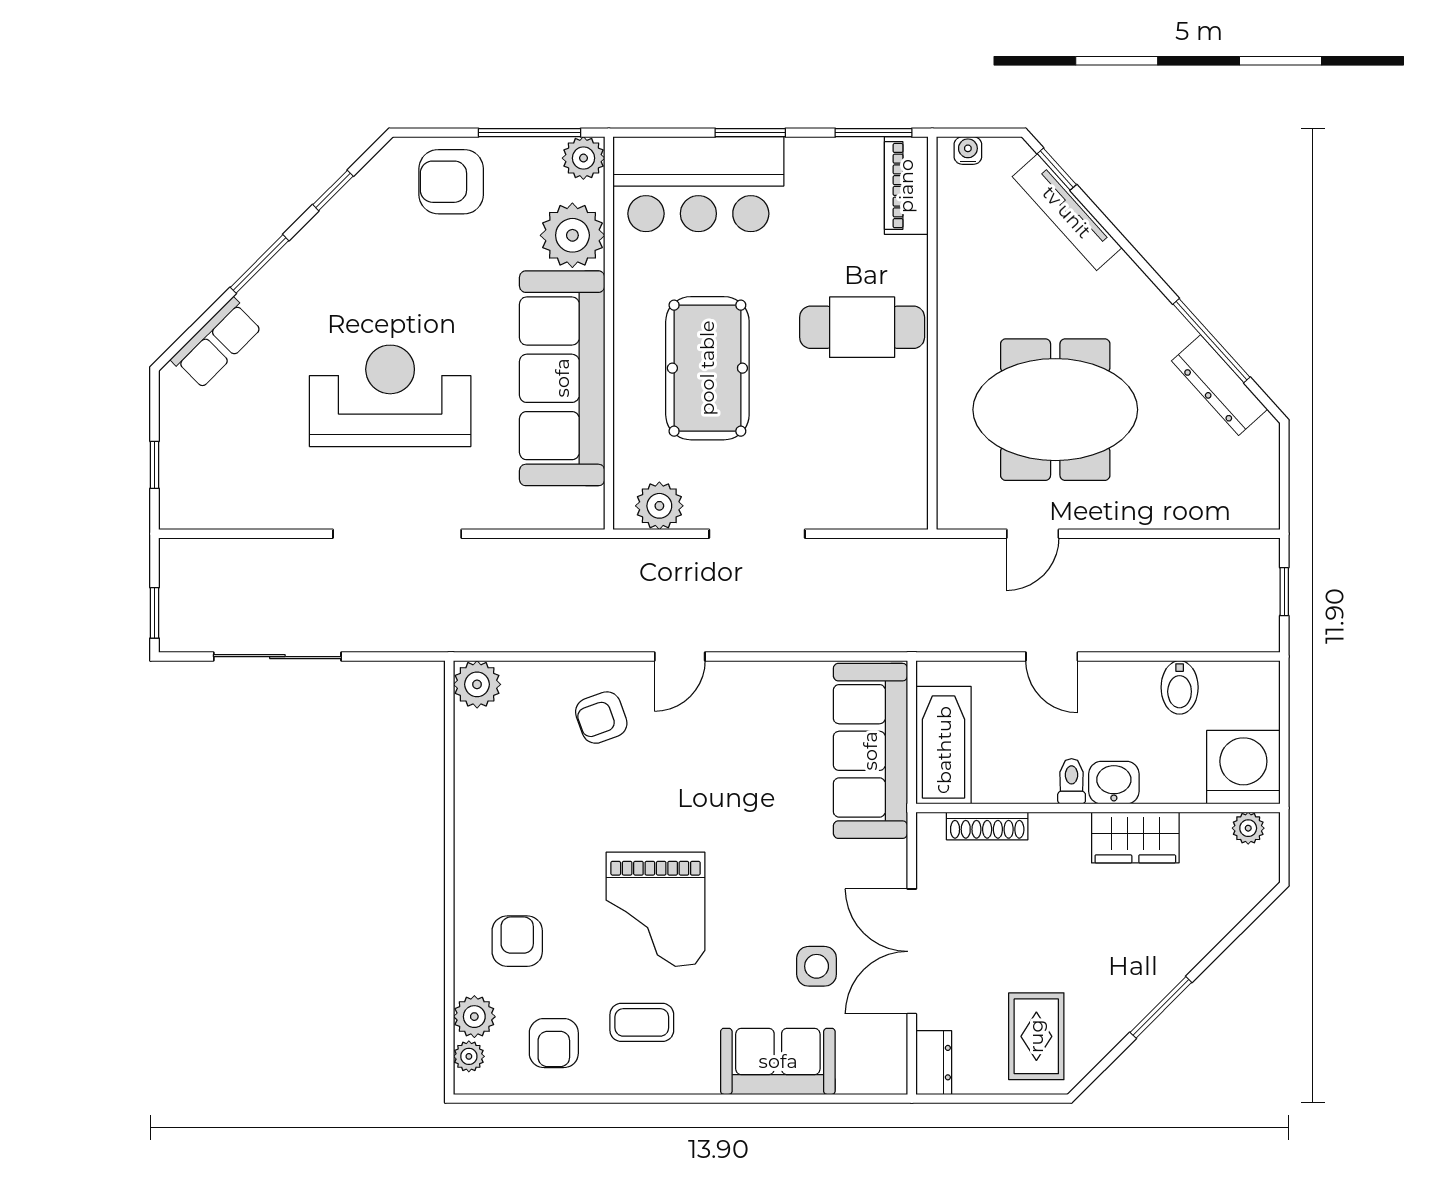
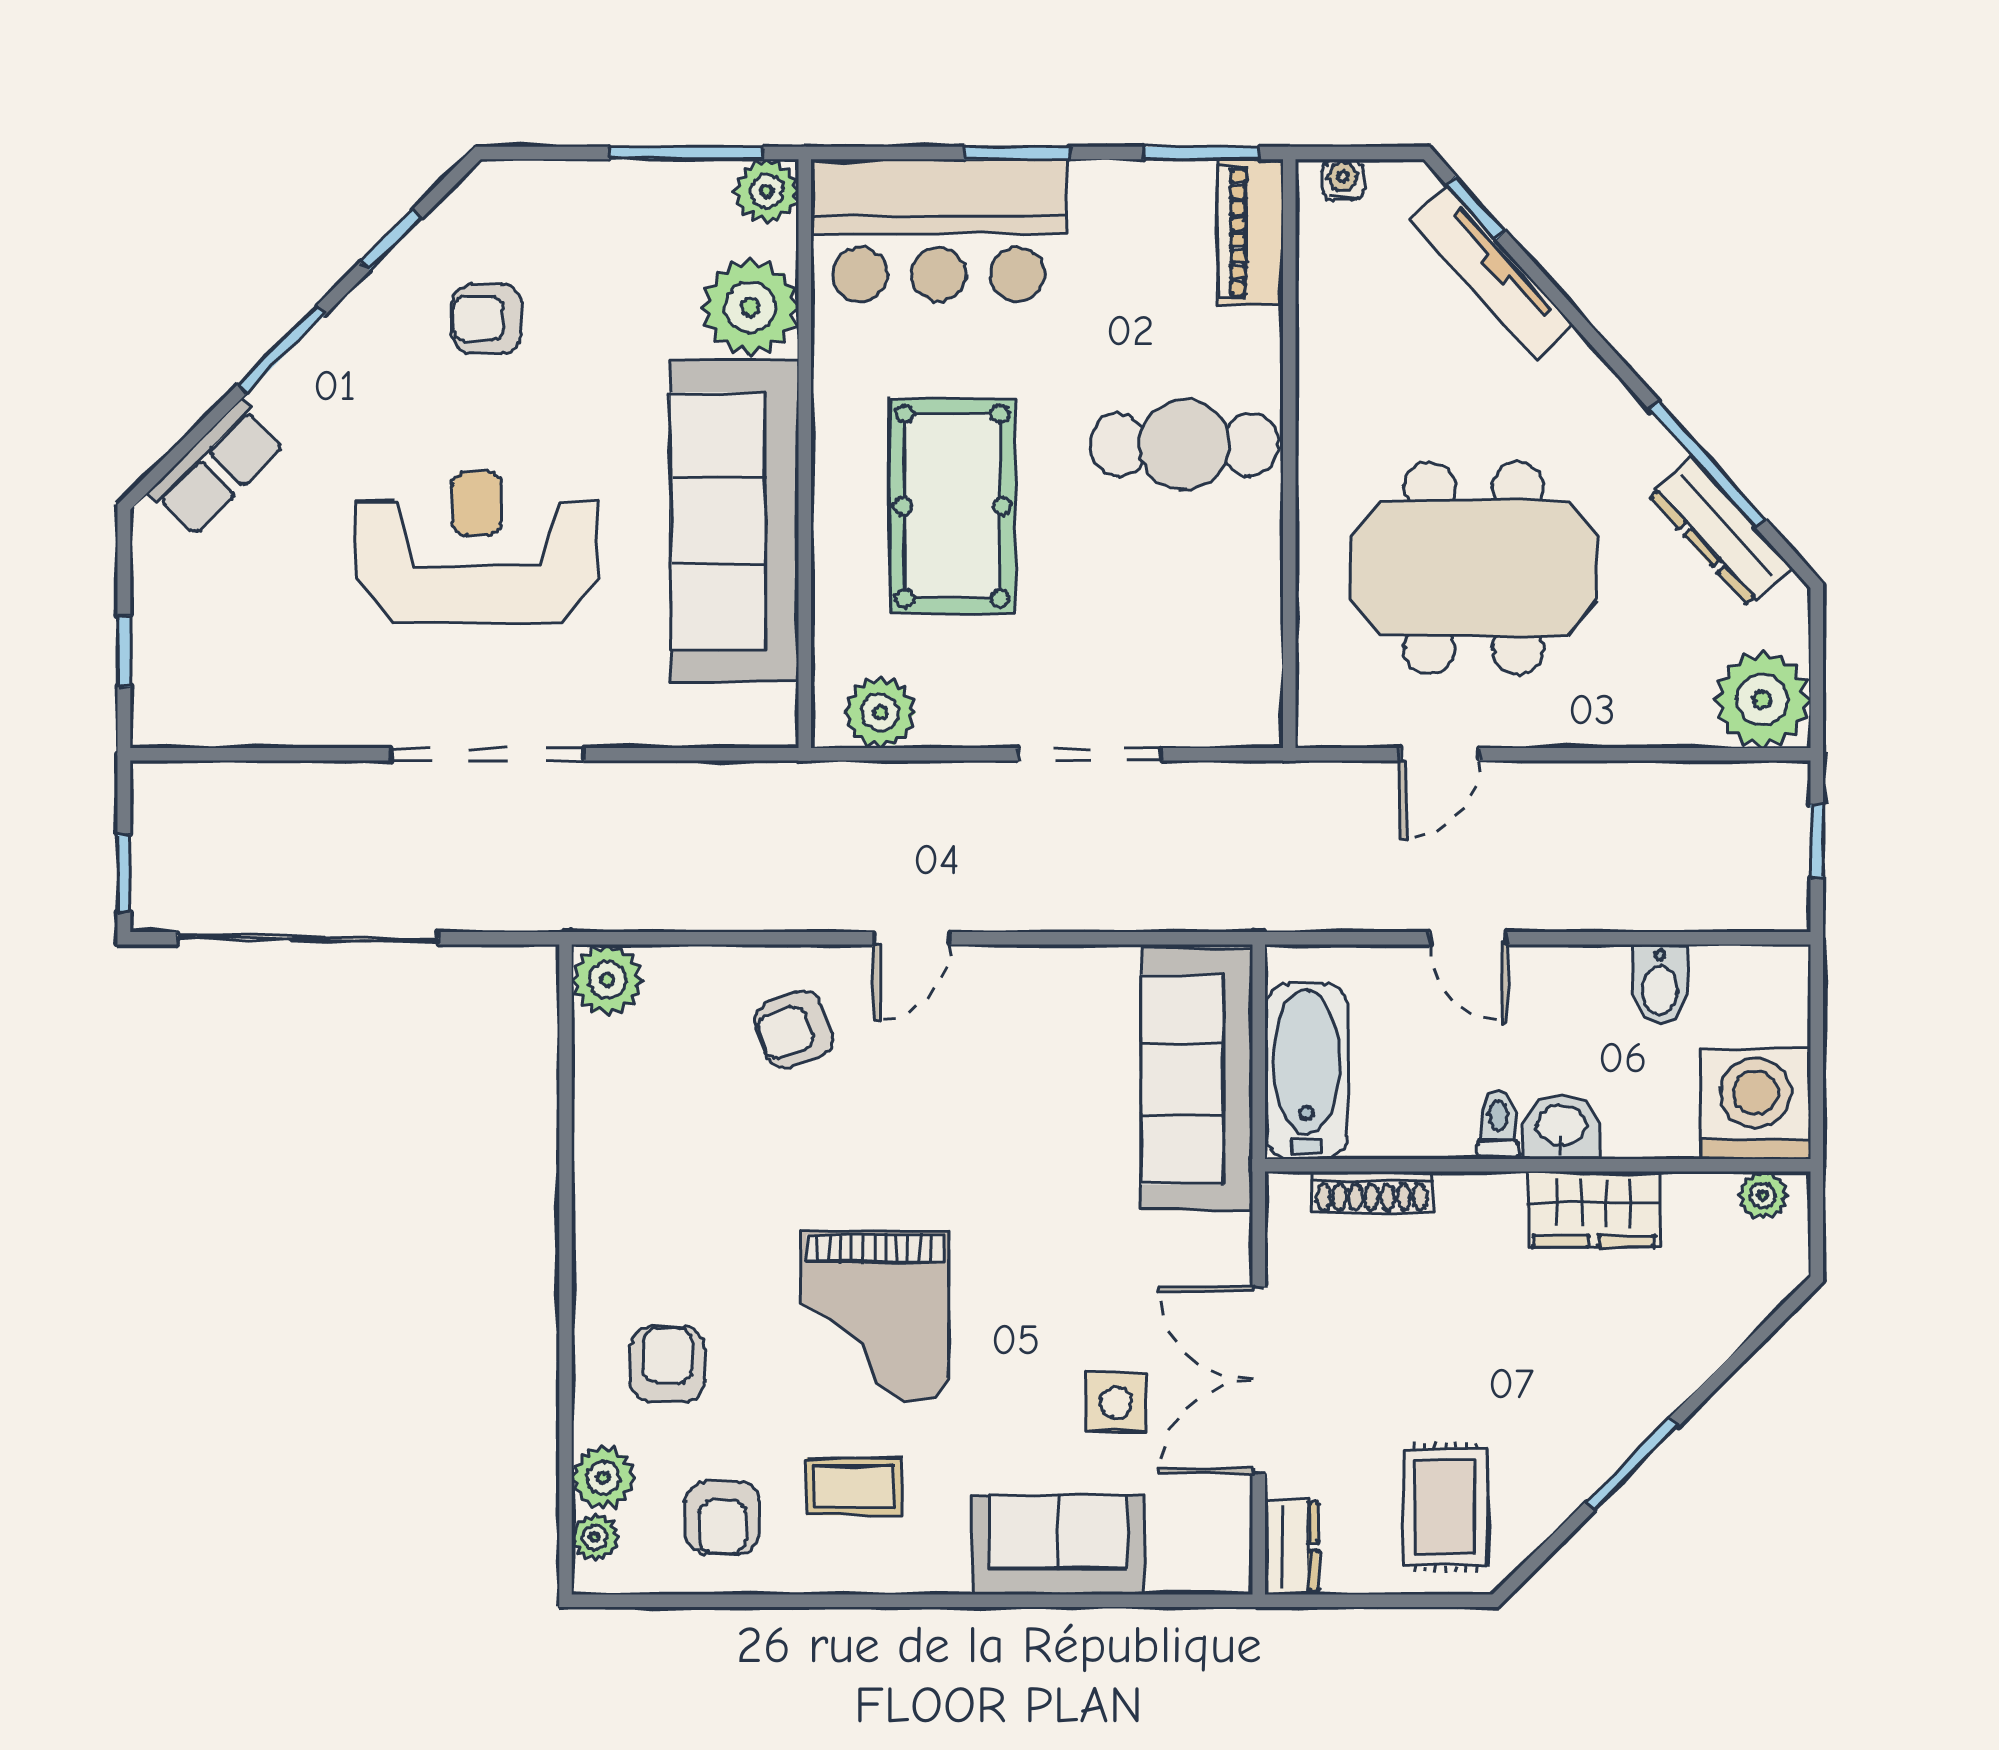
armchair: (451, 182) -> (486, 319), moved, width x0.72, depth x0.72
plant: (1248, 497) -> (1762, 699), added
doorway: (757, 534) -> (1090, 754), moved
sliding door: (277, 657) -> (308, 938), width x1.36

